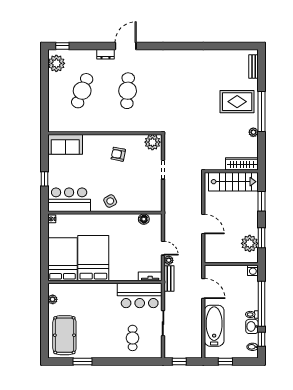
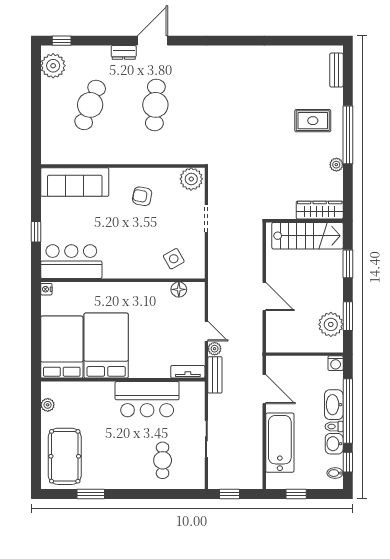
rug: (237, 102) -> (313, 121), width x0.73, depth x0.70
sofa: (65, 144) -> (75, 182), width x1.36
side table: (110, 201) -> (174, 259), moved
bar counter: (140, 295) -> (147, 399), moved
washbasin: (252, 299) -> (334, 405), added

